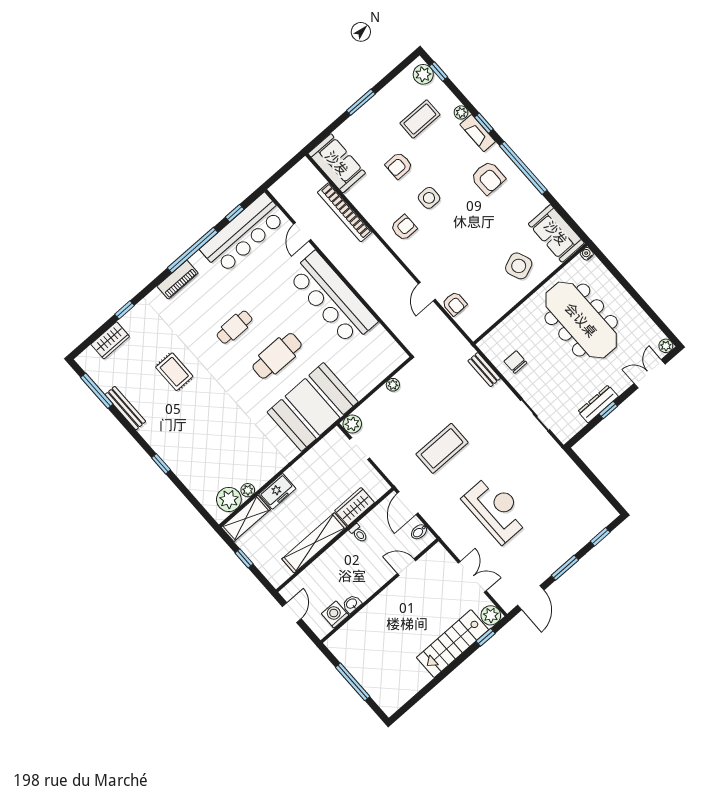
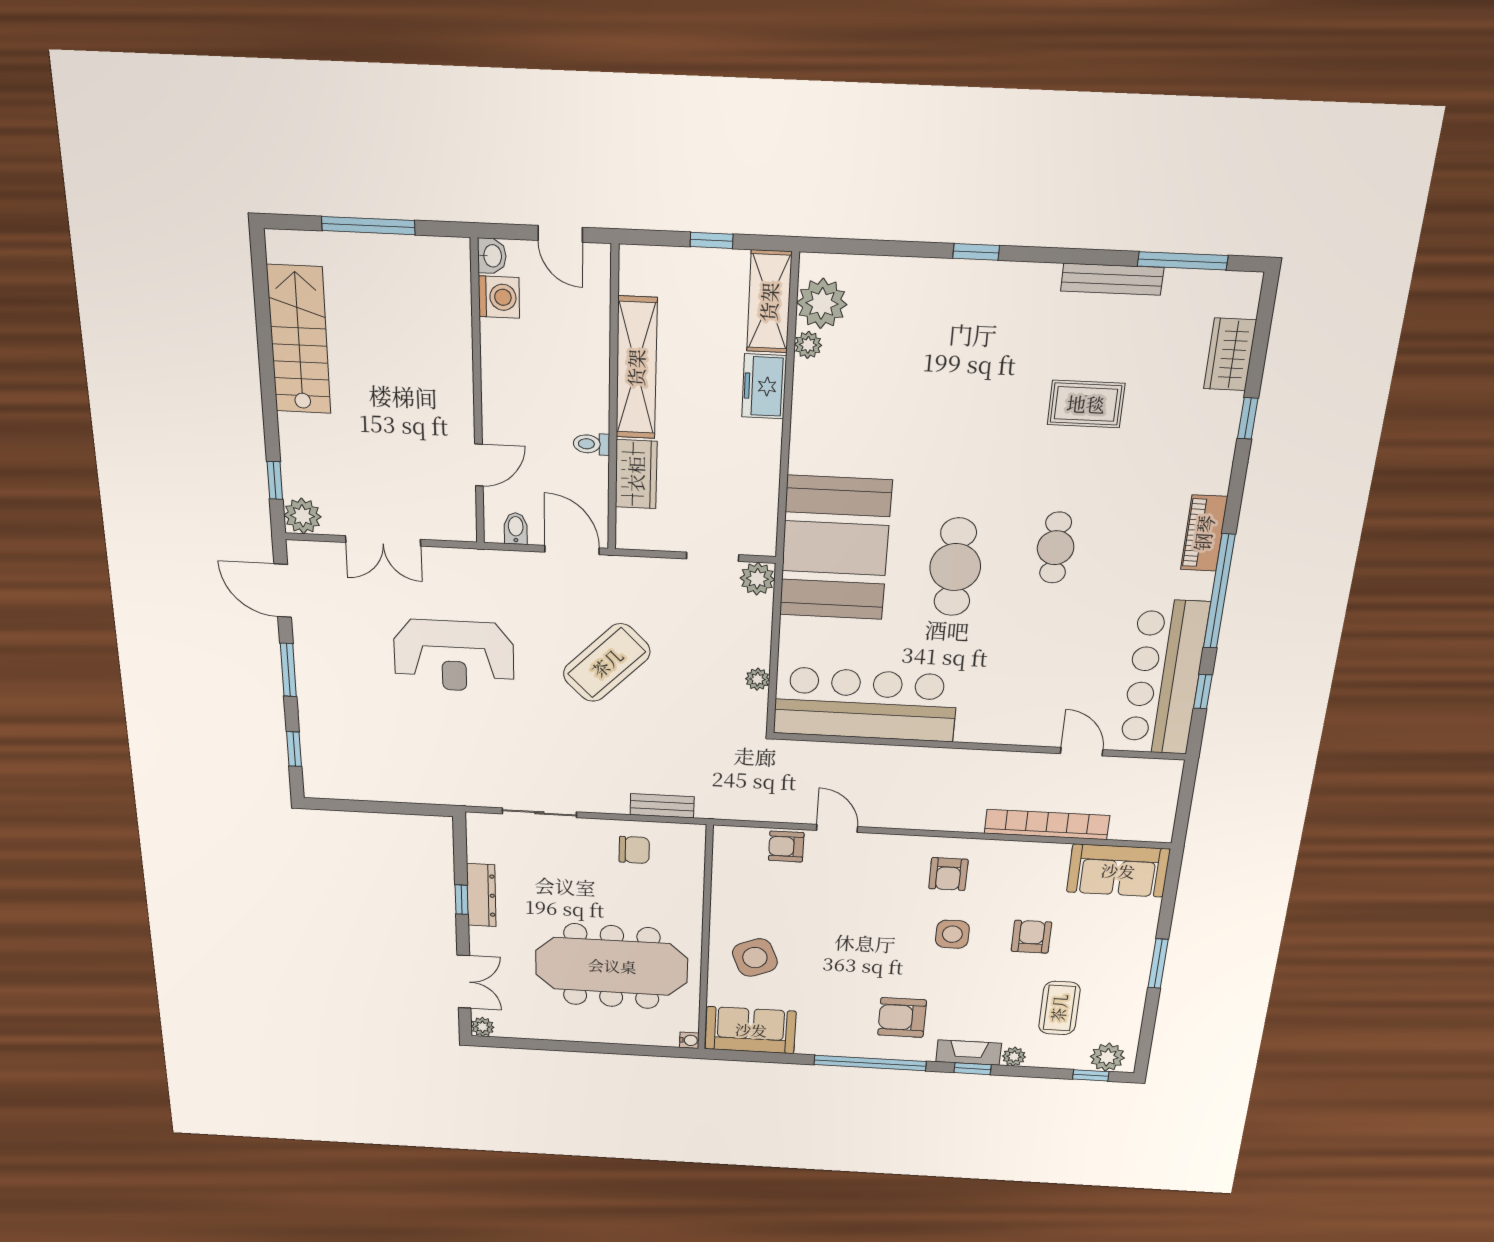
bar counter: (332, 298) -> (865, 704), moved
coffee table: (442, 448) -> (607, 663), turned 45
washbasin: (352, 604) -> (492, 256), moved
stairs: (453, 644) -> (299, 340), moved

